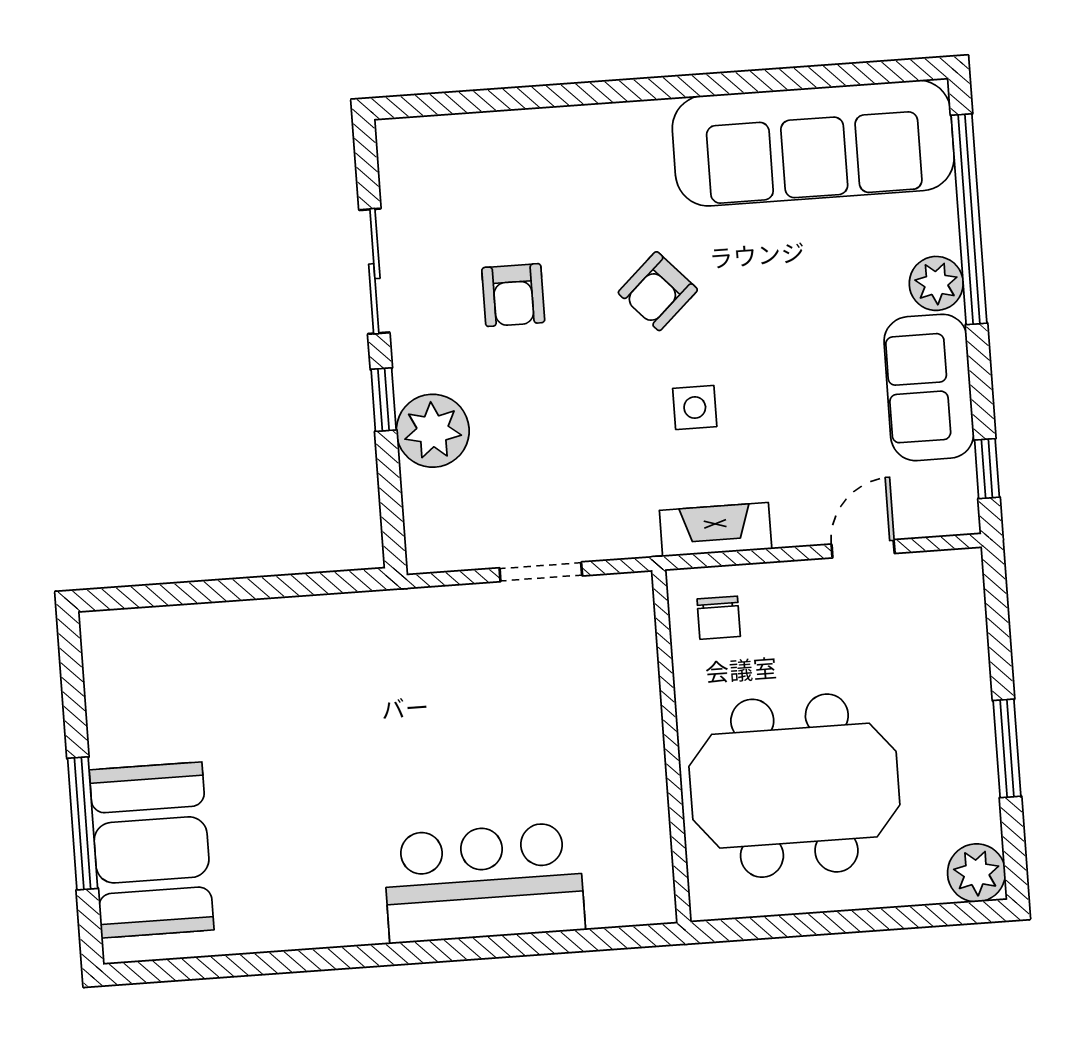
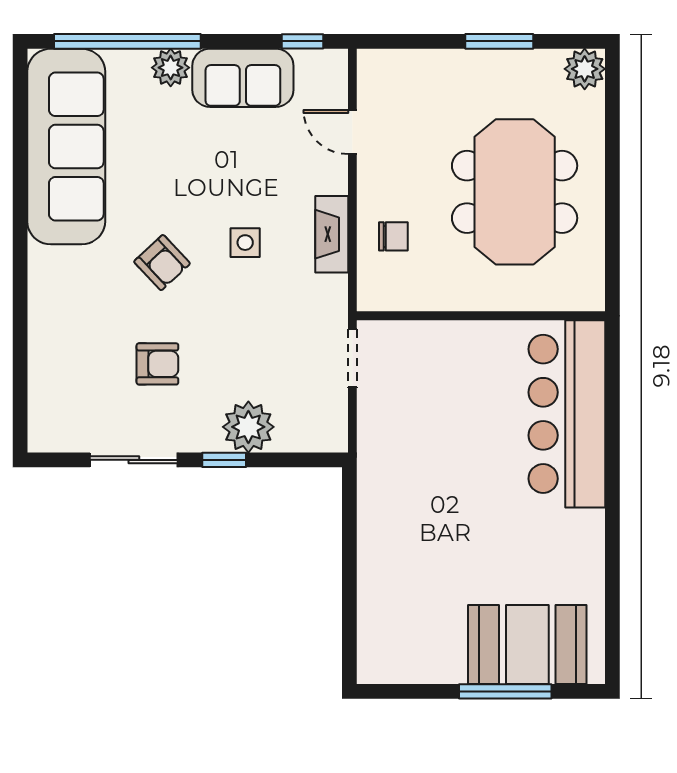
wall: (671, 746) -> (481, 316), moved
bar counter: (484, 883) -> (567, 414), width x1.36

